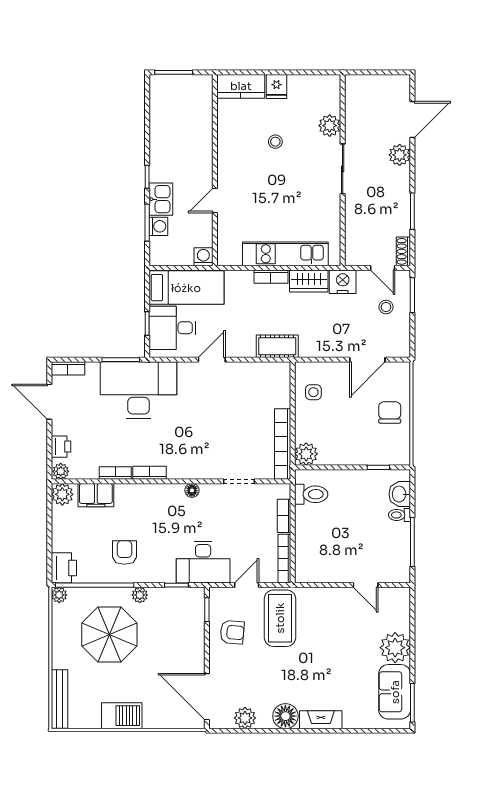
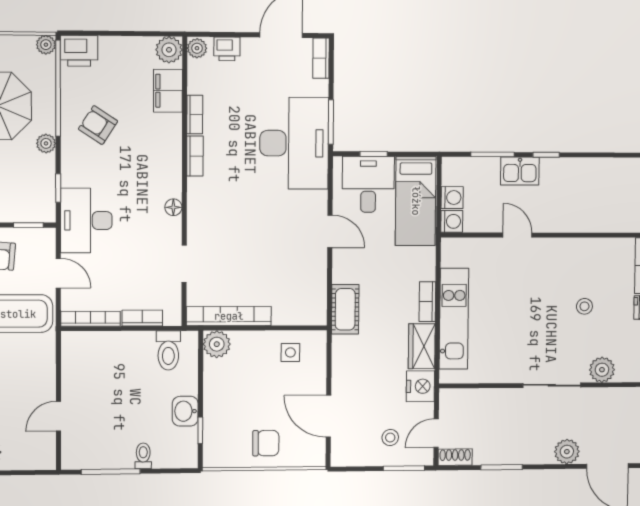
washing machine: (158, 226) -> (452, 198), moved, turned -90
washbasin: (400, 494) -> (185, 411), moved, turned -90
armchair: (124, 552) -> (98, 125), turned -147

